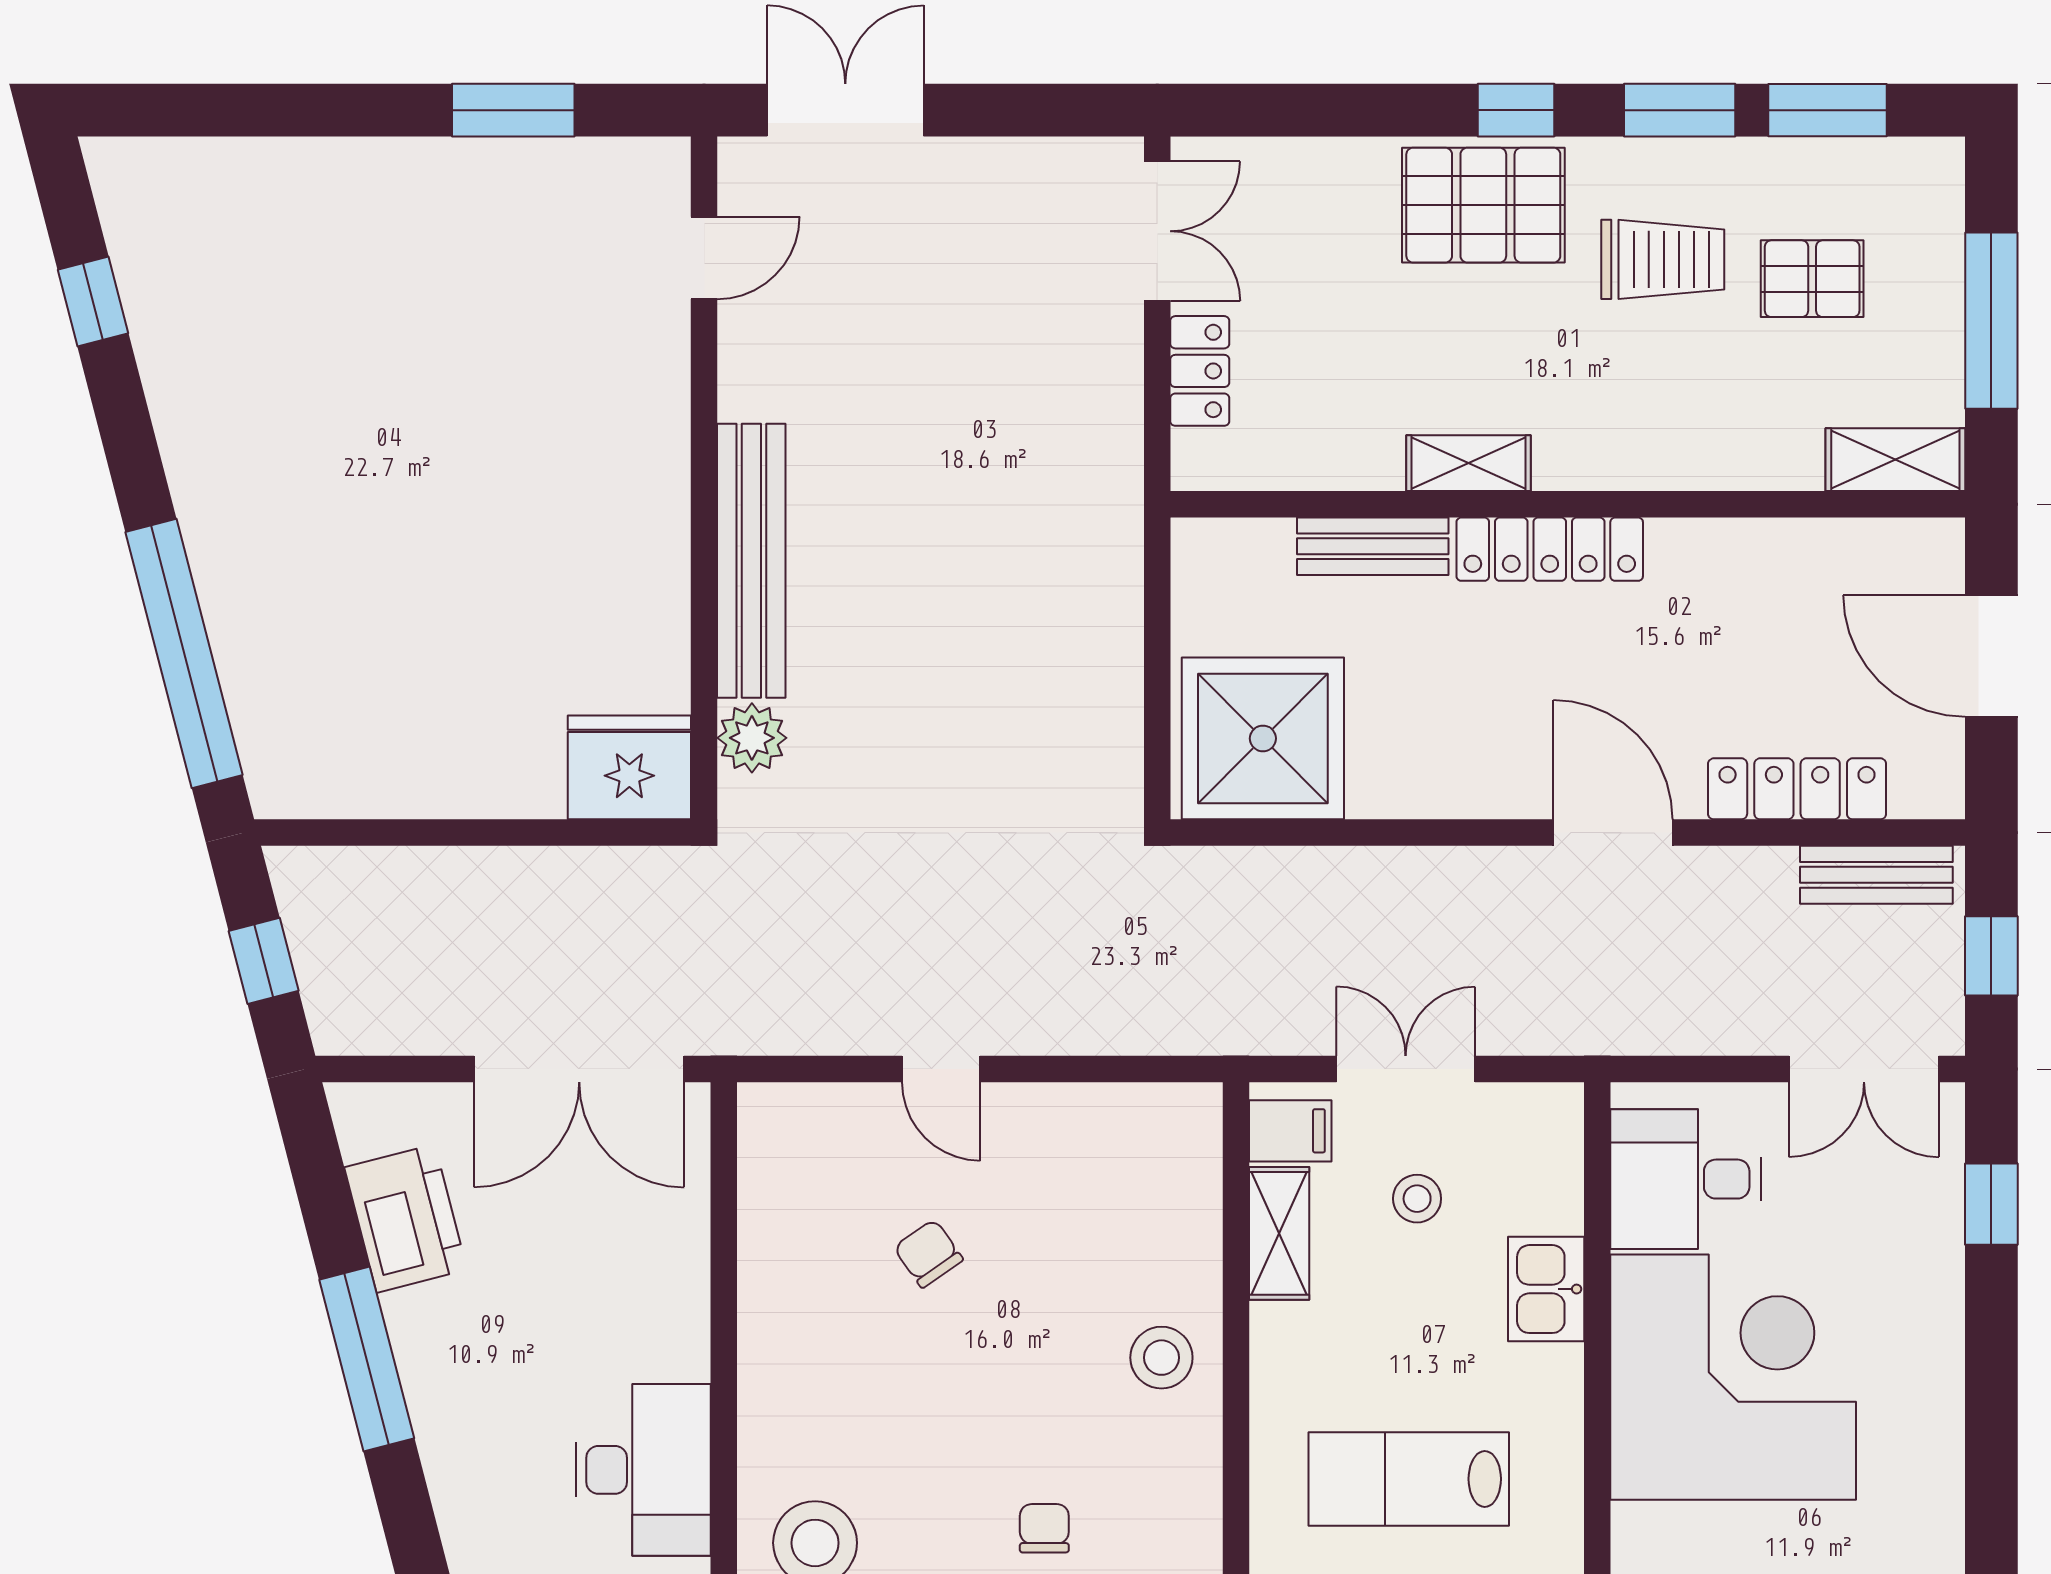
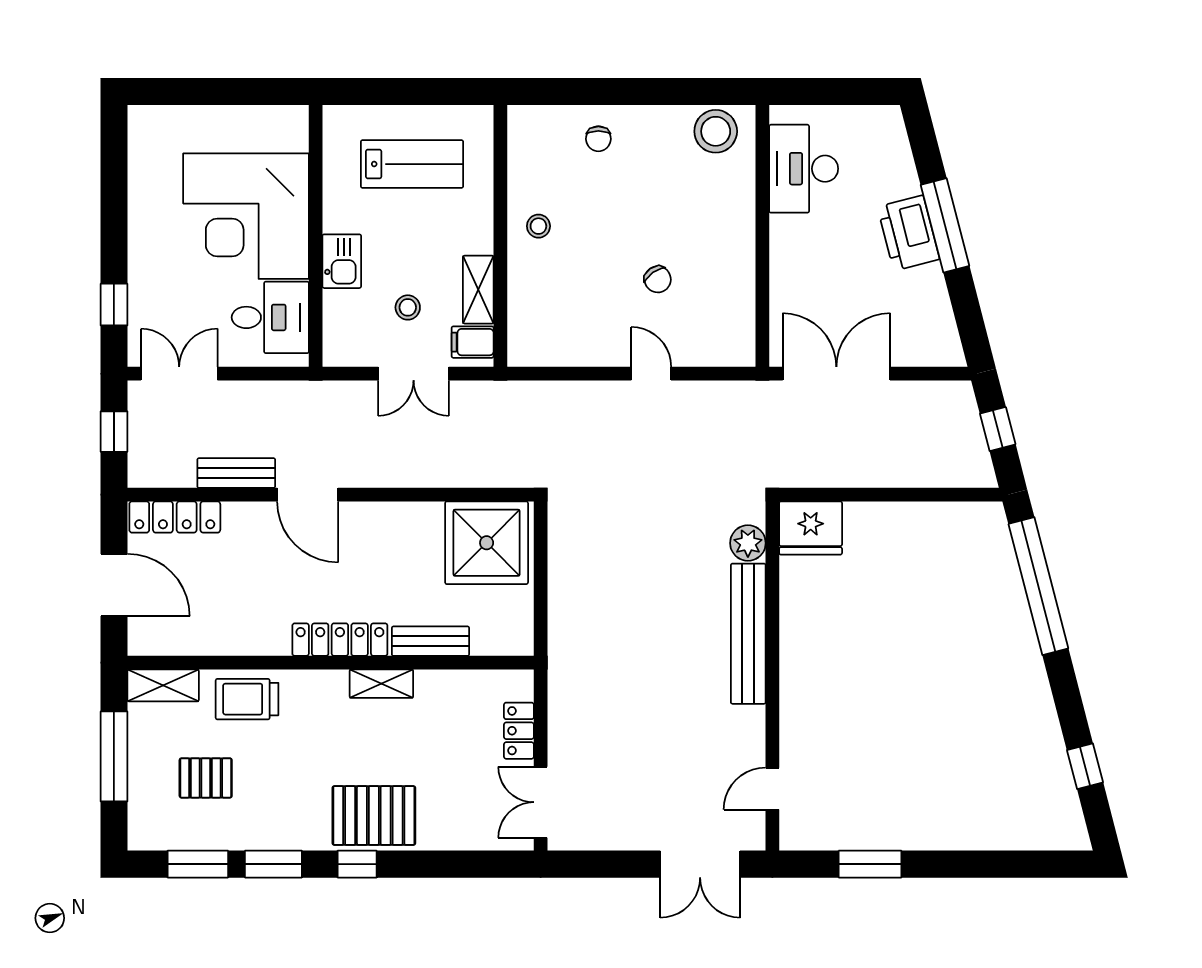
trolley: (1663, 259) -> (247, 699), moved
locker: (1797, 789) -> (175, 517), moved
bench: (1876, 875) -> (236, 473), moved
printer: (406, 1218) -> (908, 233), moved
stool: (1161, 1358) -> (538, 226), width x0.73, depth x0.73

